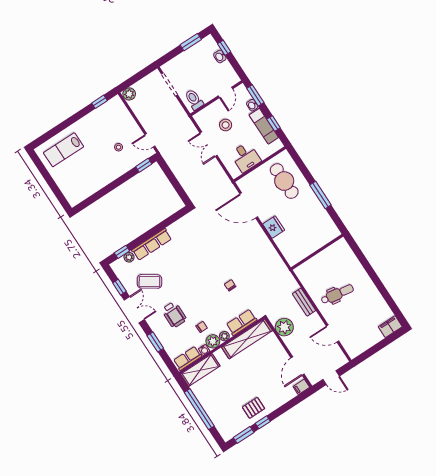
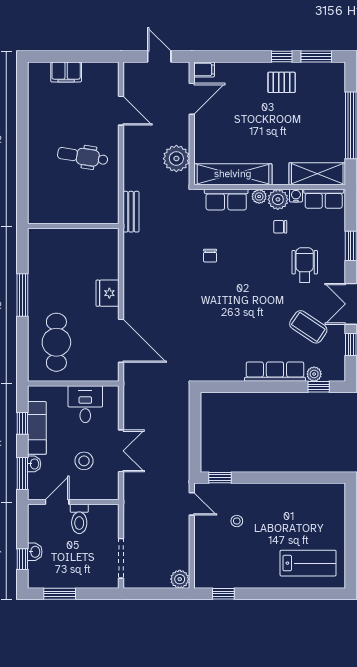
toilet: (194, 100) -> (79, 519), moved
bench: (304, 302) -> (131, 212), moved
filing cabinet: (390, 327) -> (66, 72), moved

